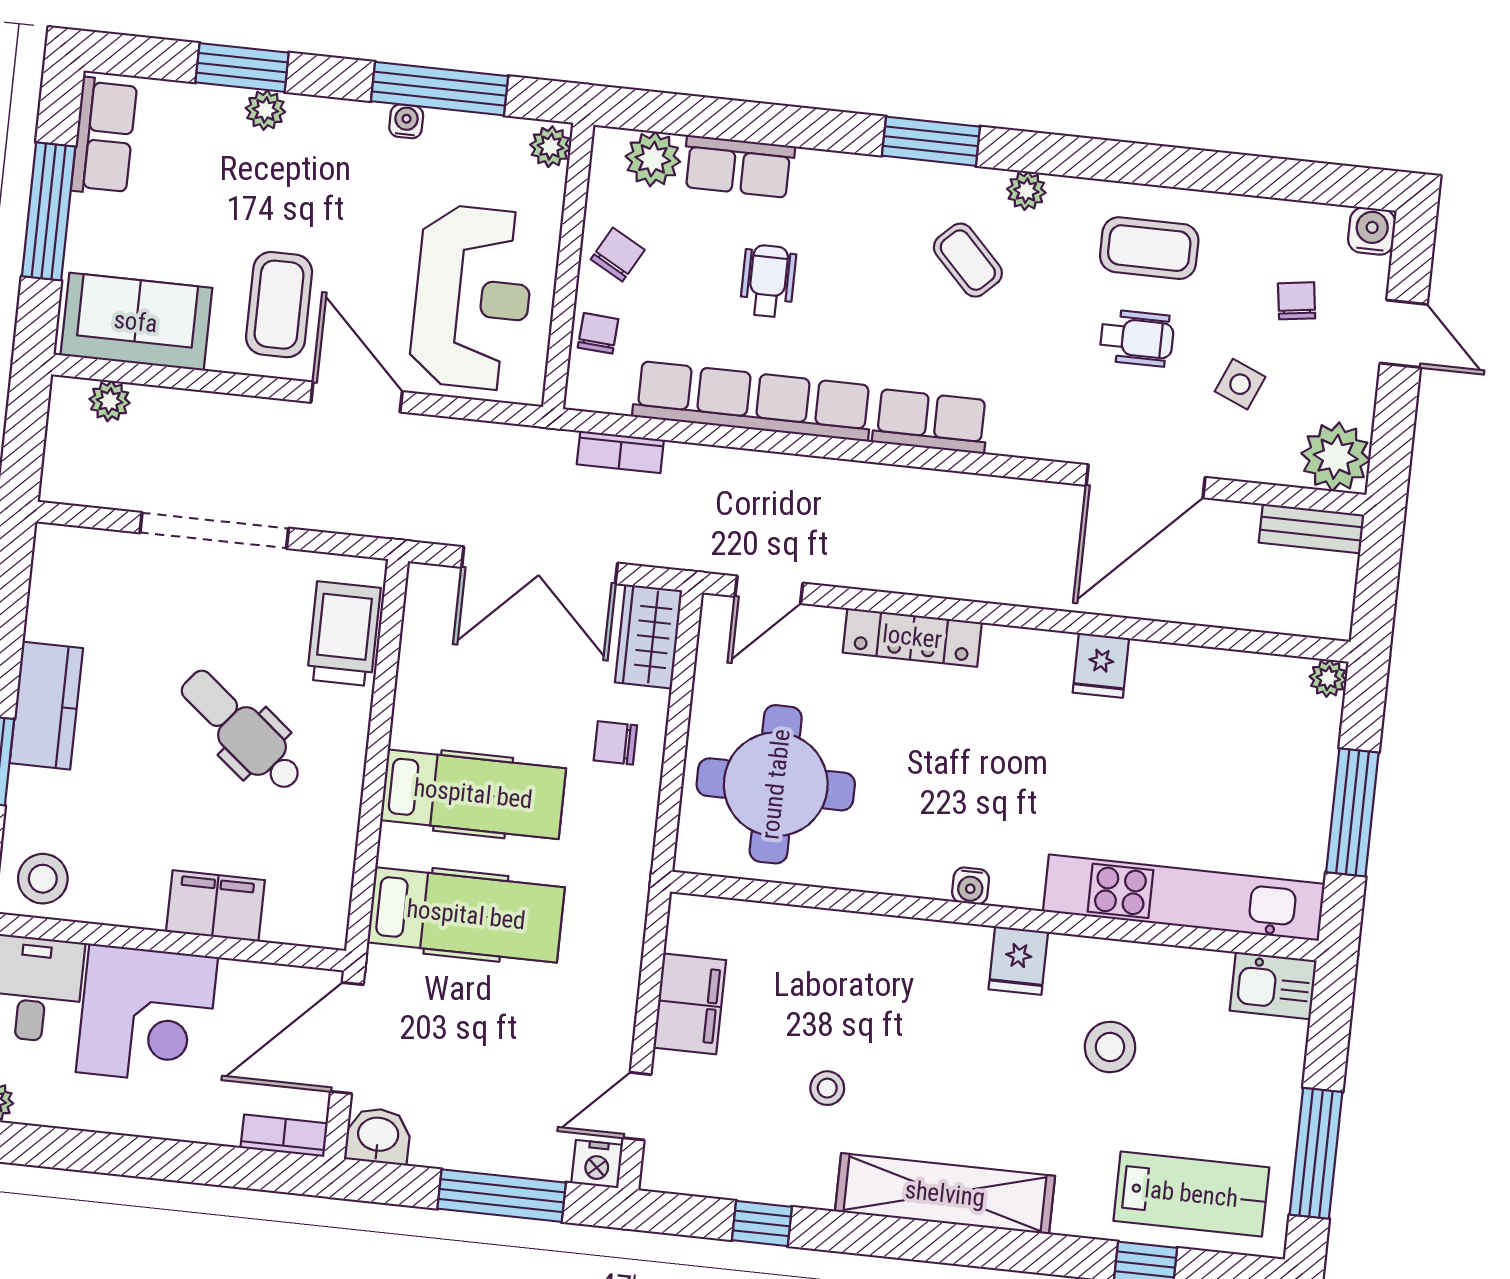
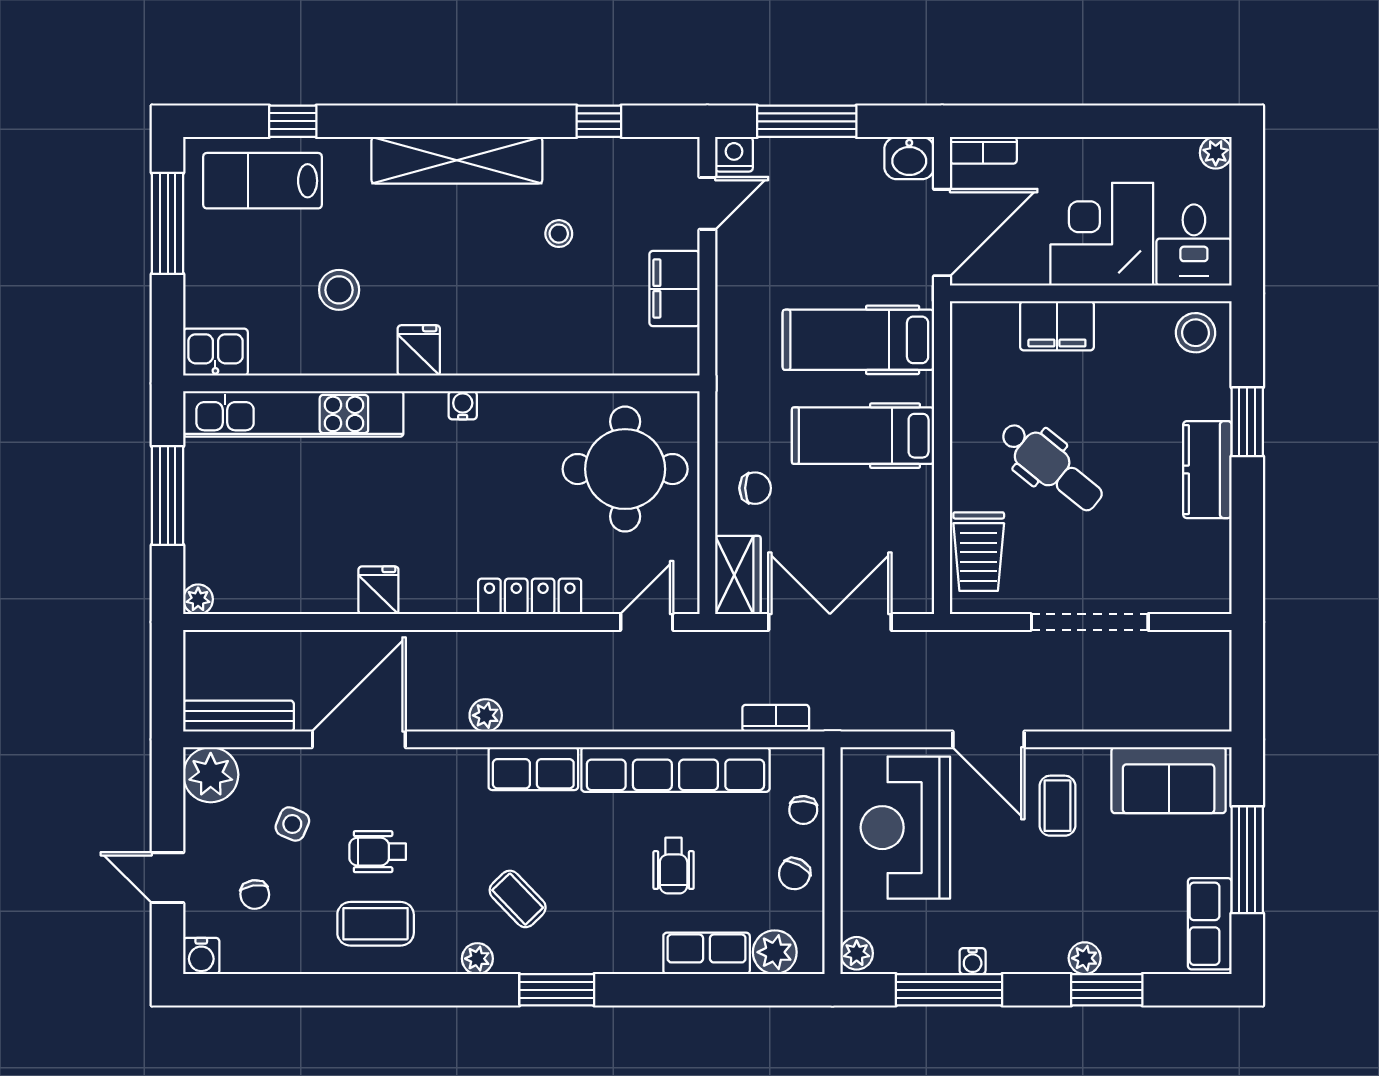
coffee table: (279, 305) -> (1057, 806), width x0.73, depth x0.77
plant: (110, 401) -> (486, 715), moved
bench: (1312, 529) -> (238, 716), width x1.36

